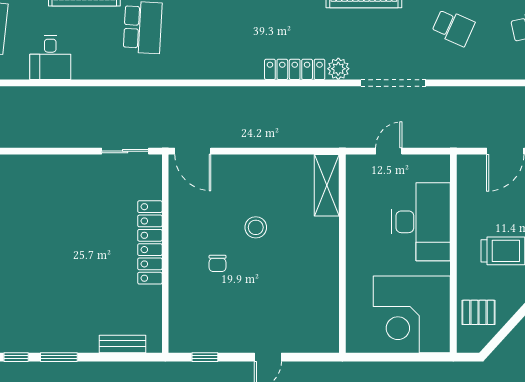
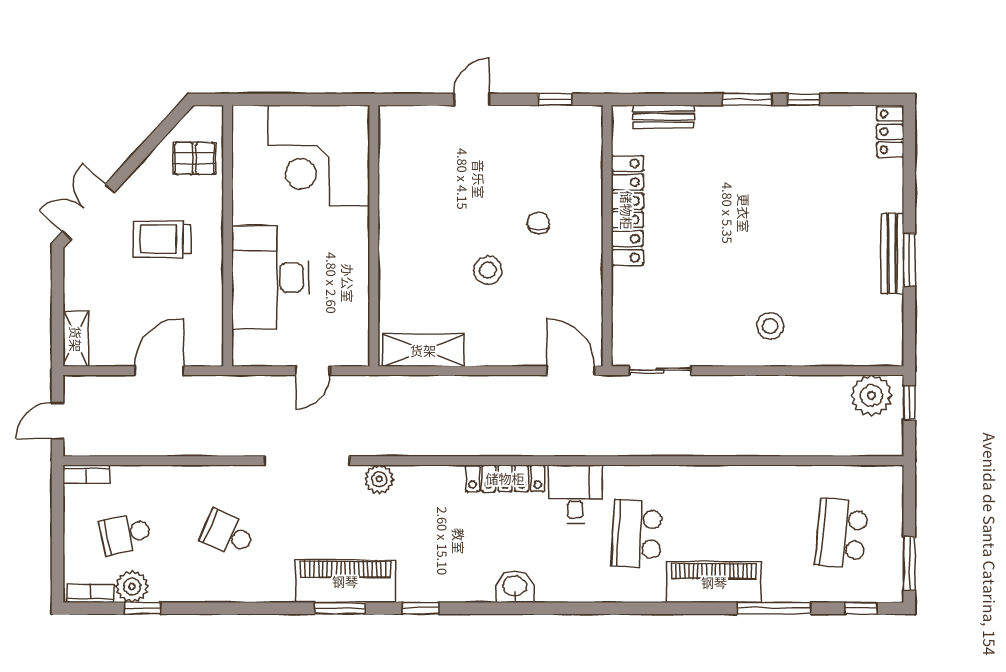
desk: (50, 58) -> (575, 494), moved
locker: (295, 69) -> (505, 478), moved
stool: (41, 185) -> (770, 326), added
shelving: (327, 185) -> (423, 350), moved, turned 90
locker: (150, 242) -> (627, 210), moved
corner desk: (412, 314) -> (319, 156), moved, turned 180

